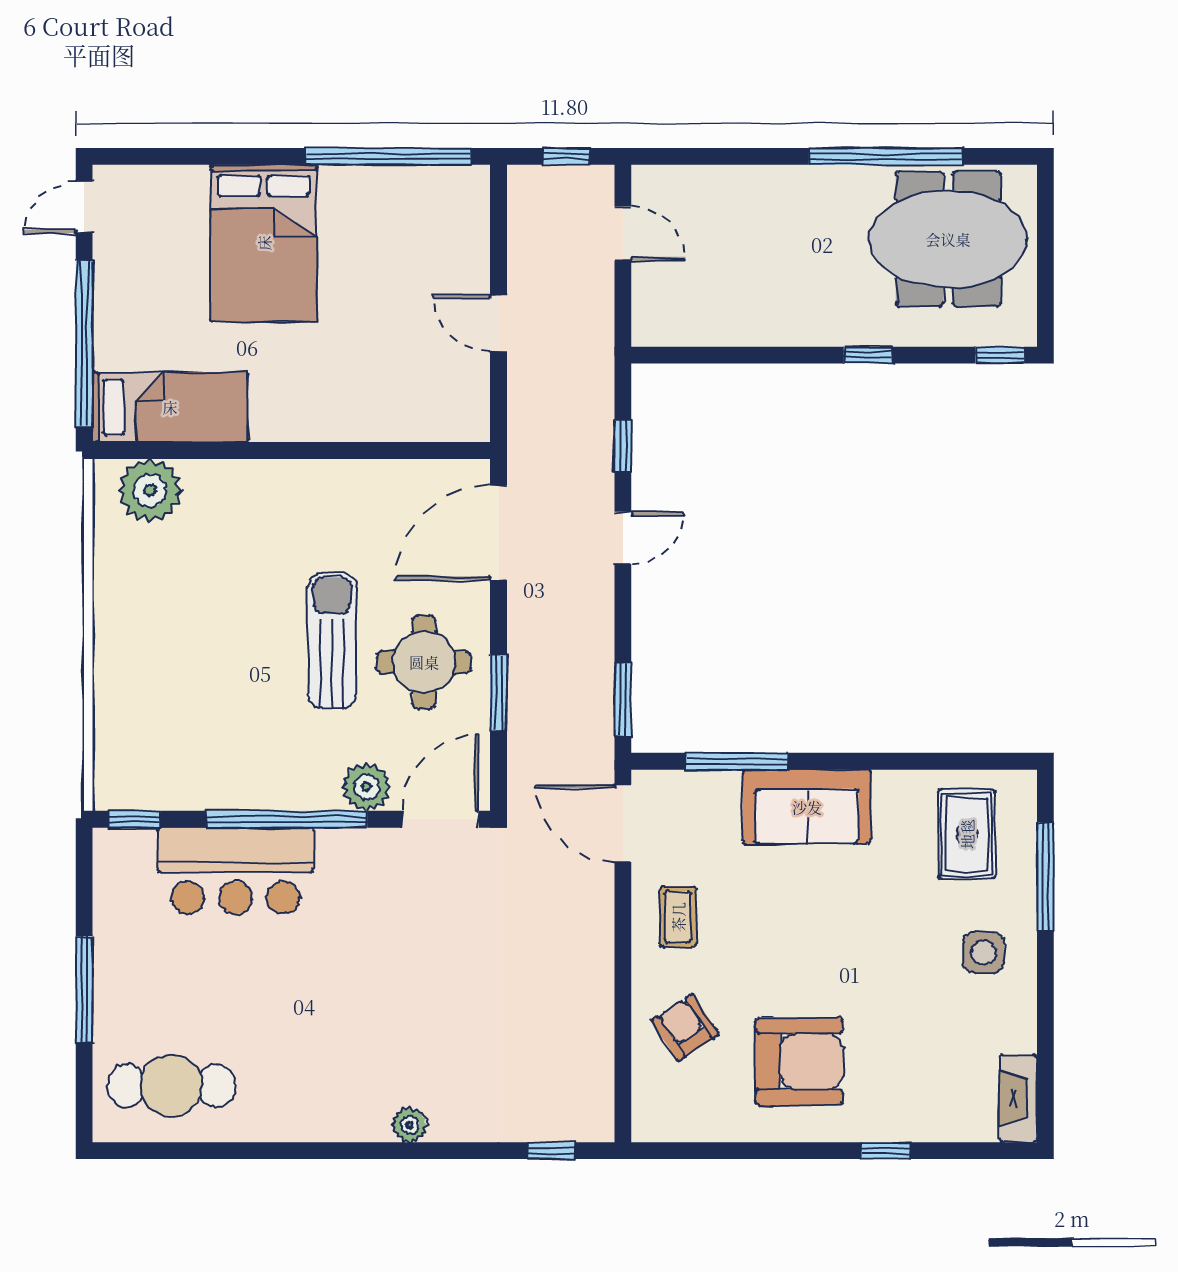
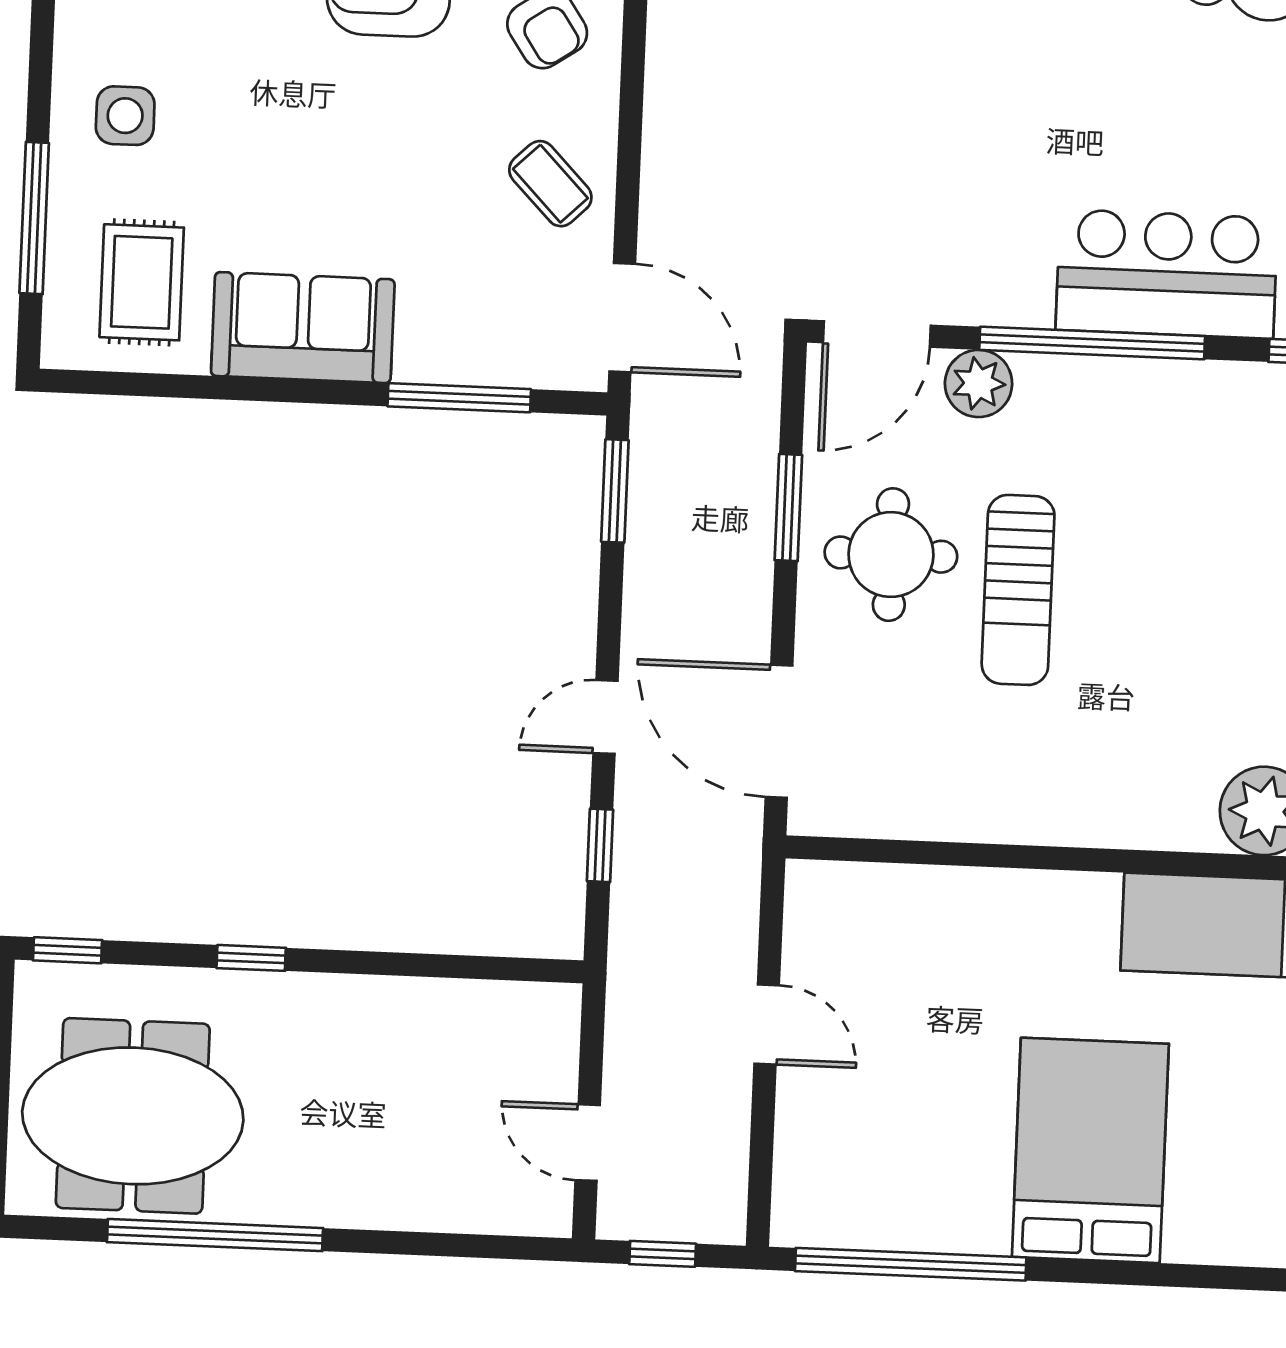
door: (498, 533) -> (779, 731), swing flipped
sofa: (807, 807) -> (303, 328), moved
coffee table: (678, 917) -> (550, 184), turned -44

